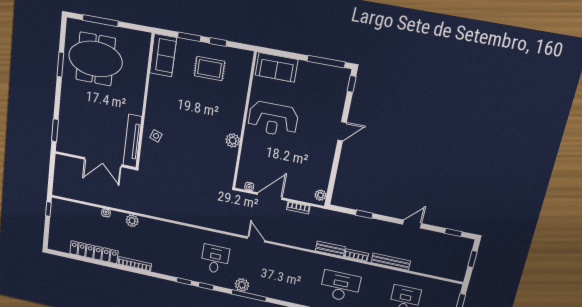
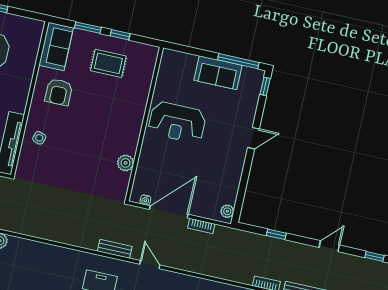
sofa: (277, 67) -> (218, 73), moved
armchair: (169, 96) -> (59, 92), added
plant: (233, 140) -> (126, 163), moved
door: (270, 196) -> (169, 212), width x1.36
bench: (330, 249) -> (115, 249), moved

